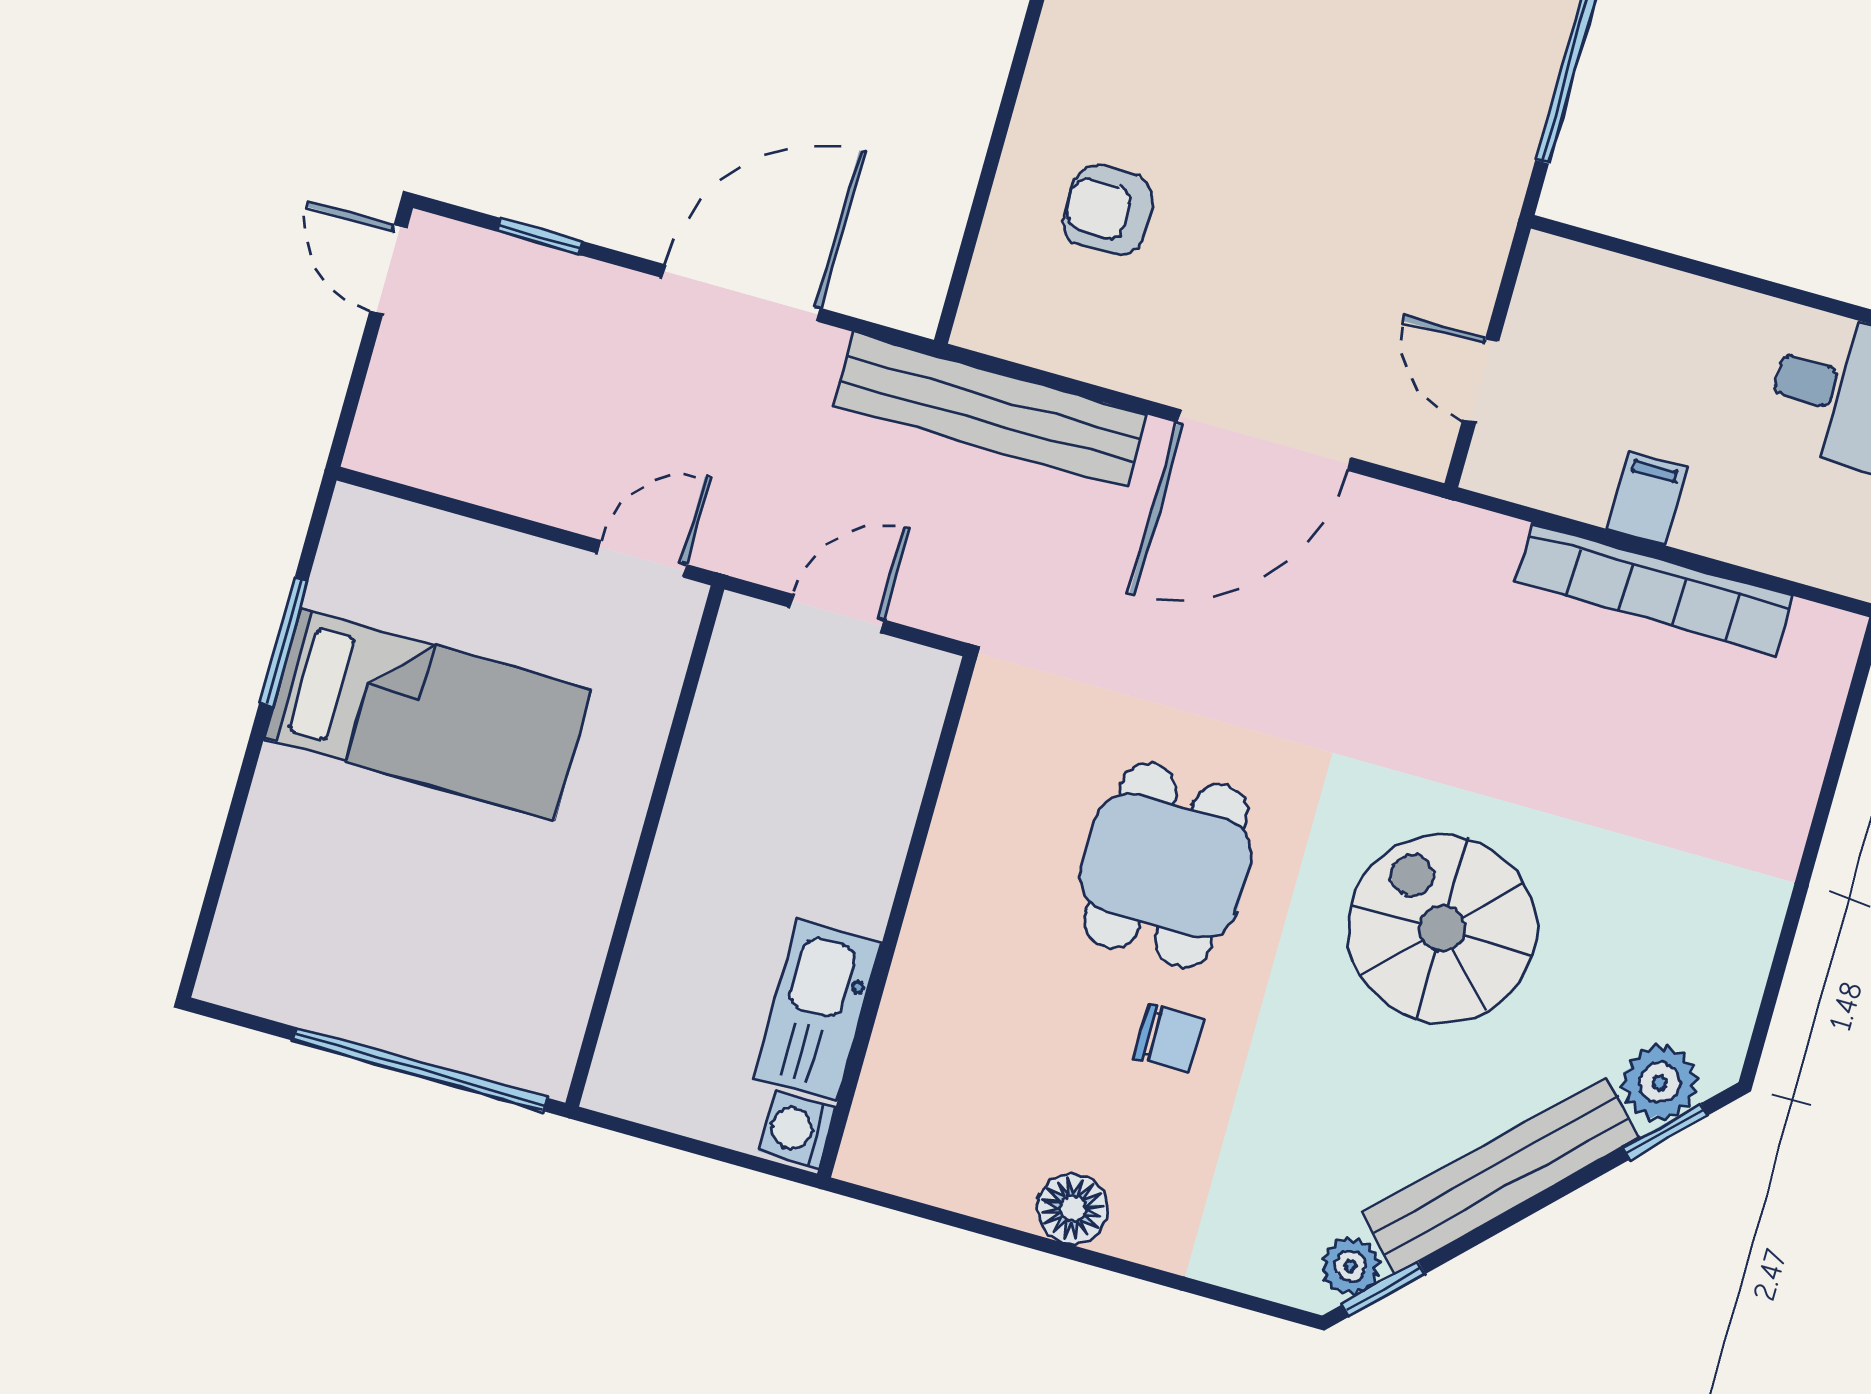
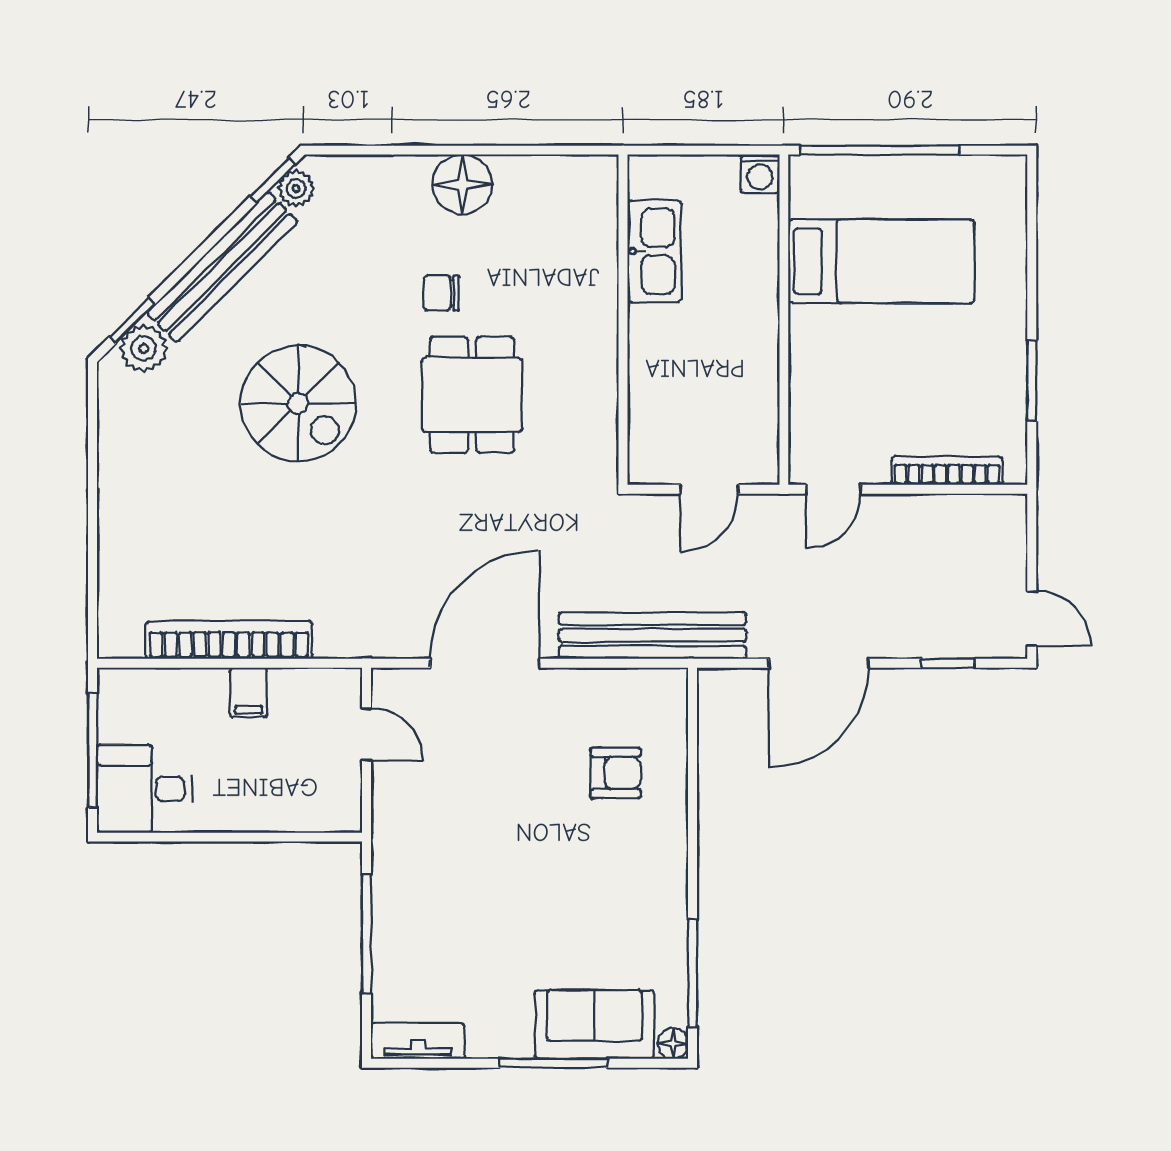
bookcase: (456, 538) -> (947, 471), added
bed: (428, 714) -> (881, 261), moved, turned 180
washing machine: (797, 1129) -> (760, 174), moved, turned 90
floor lamp: (1073, 1208) -> (462, 184), width x1.38, depth x1.38

